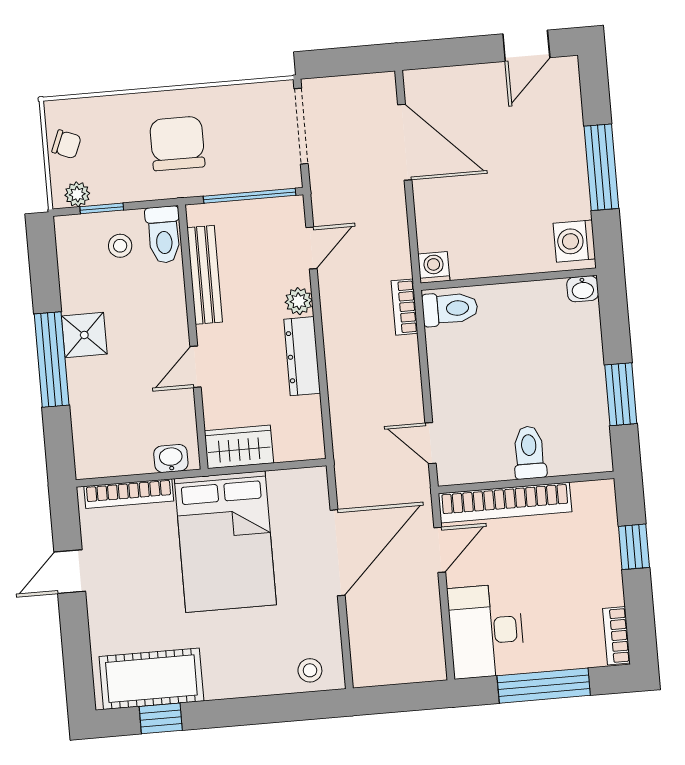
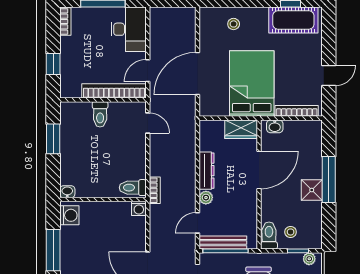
bench: (205, 275) -> (223, 243), moved, turned 90
door: (195, 367) -> (259, 170), width x1.88
stool: (310, 670) -> (234, 24), moved

